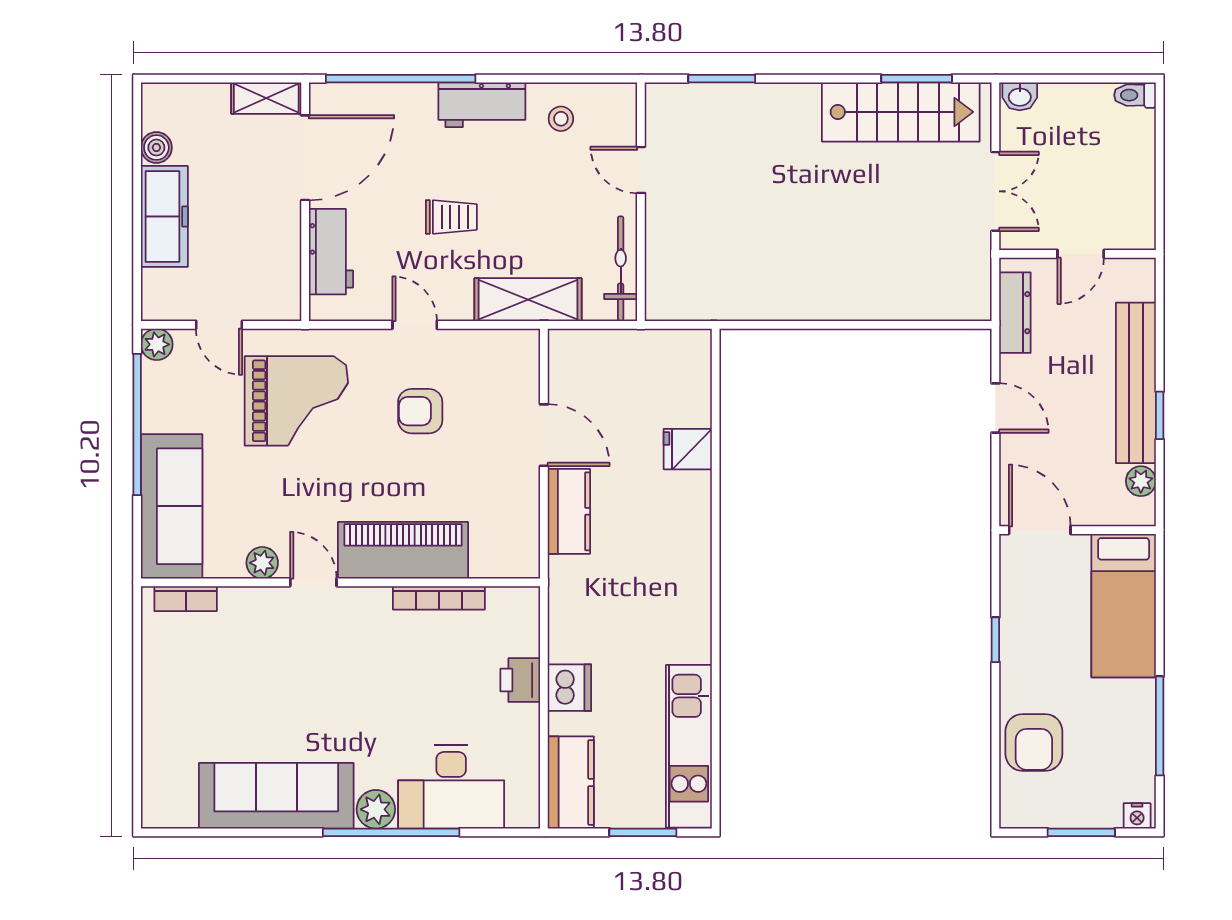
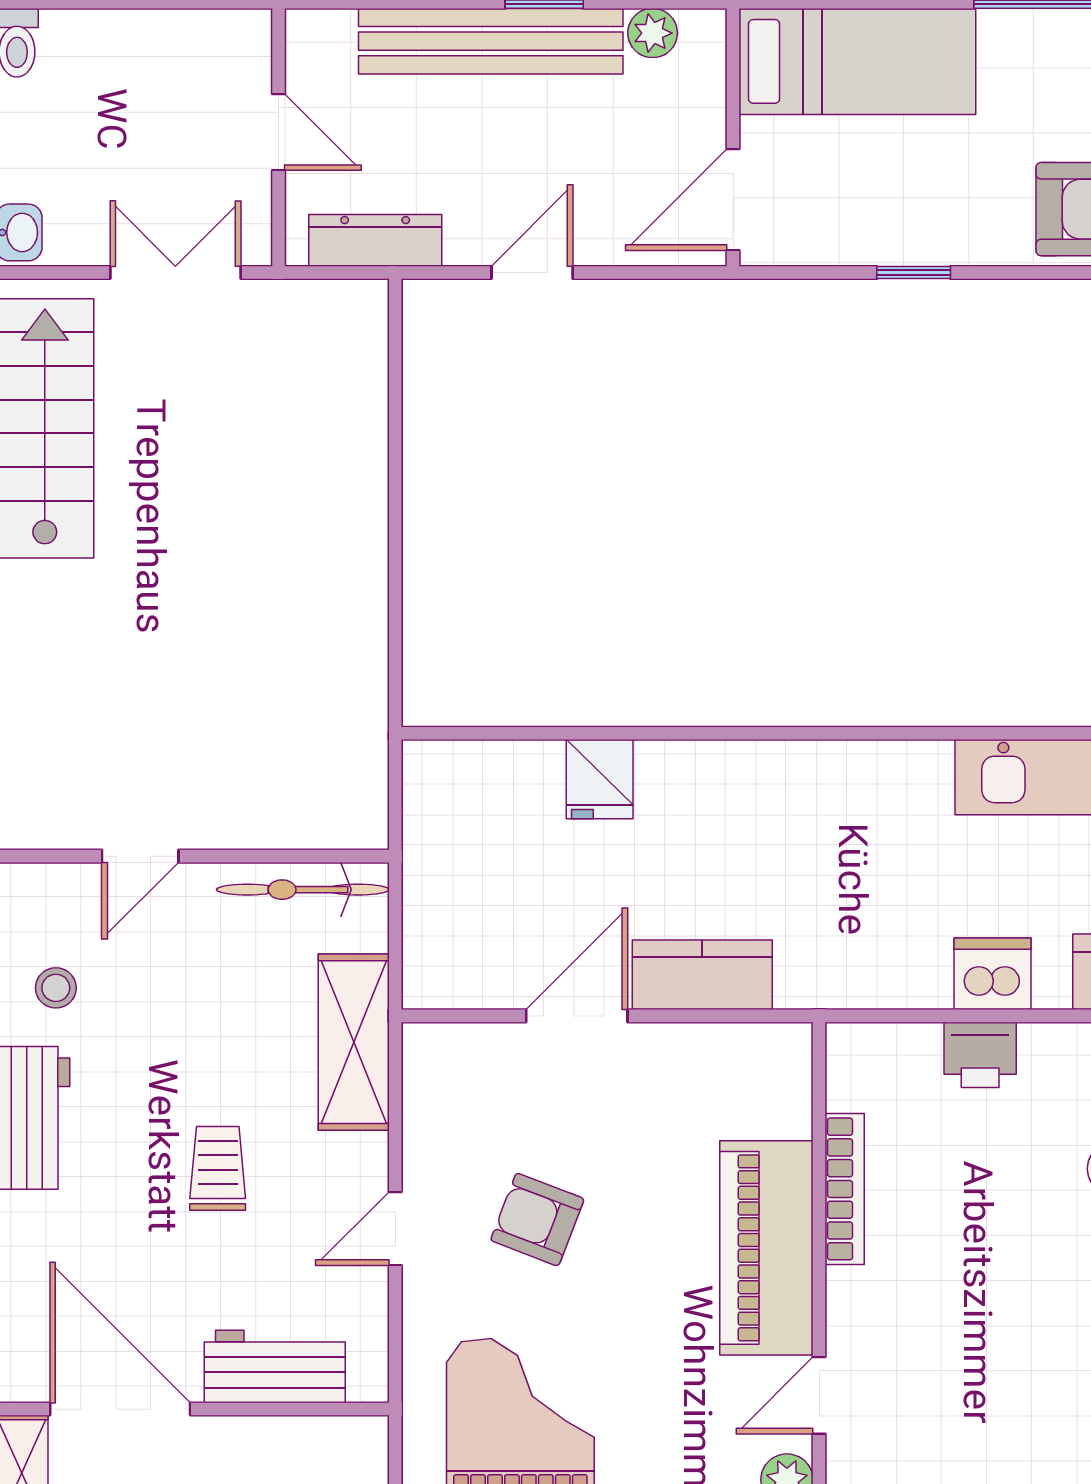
armchair: (420, 411) -> (537, 1220), turned 111

